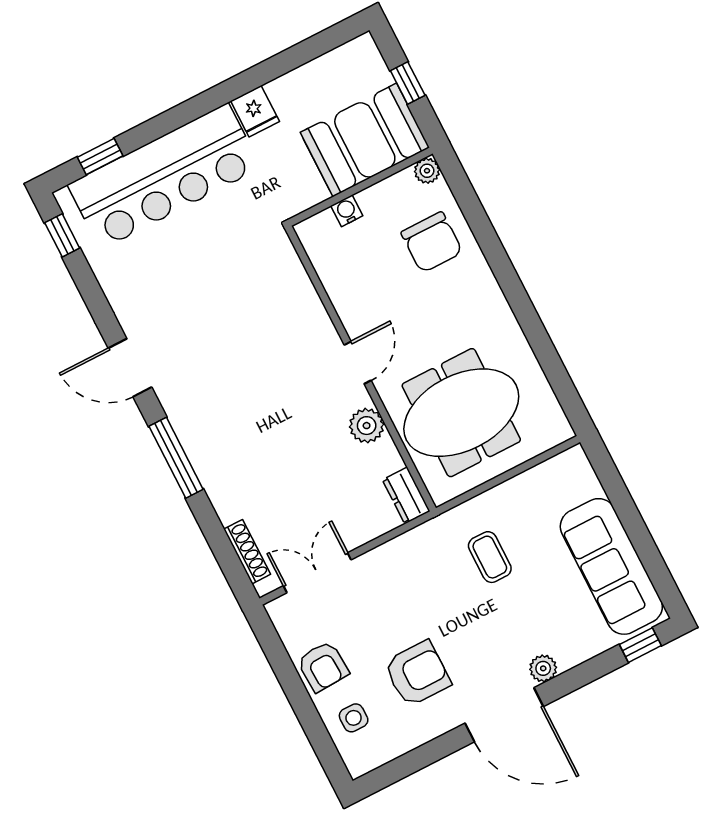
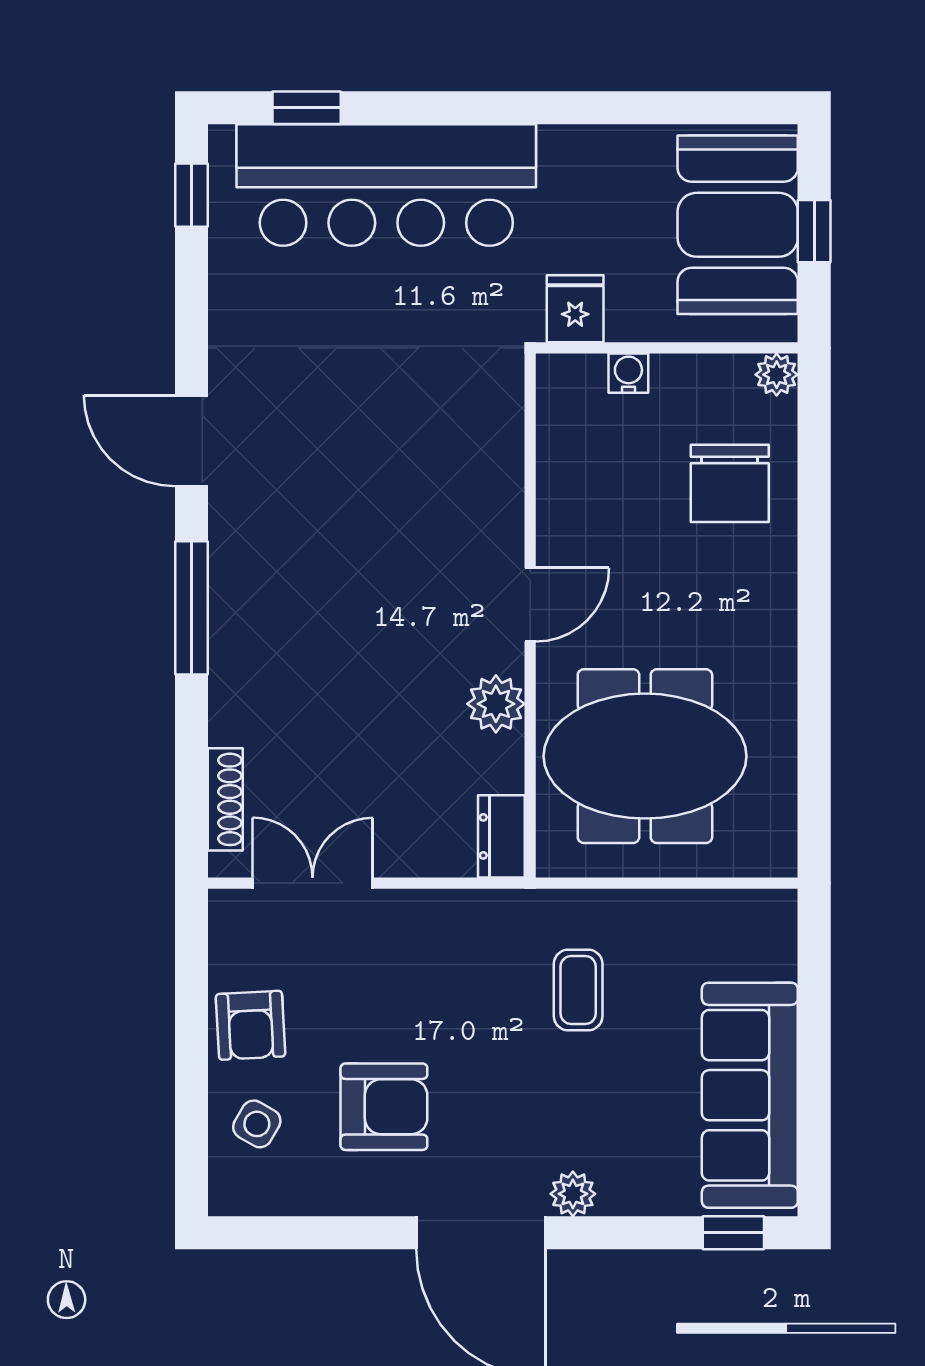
fridge: (255, 111) -> (575, 309), moved, turned 180
booth: (365, 140) -> (738, 225), moved, turned 90
side table: (354, 718) -> (257, 1124), turned 30

